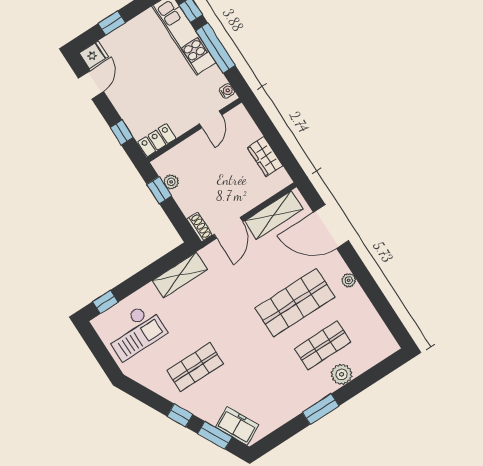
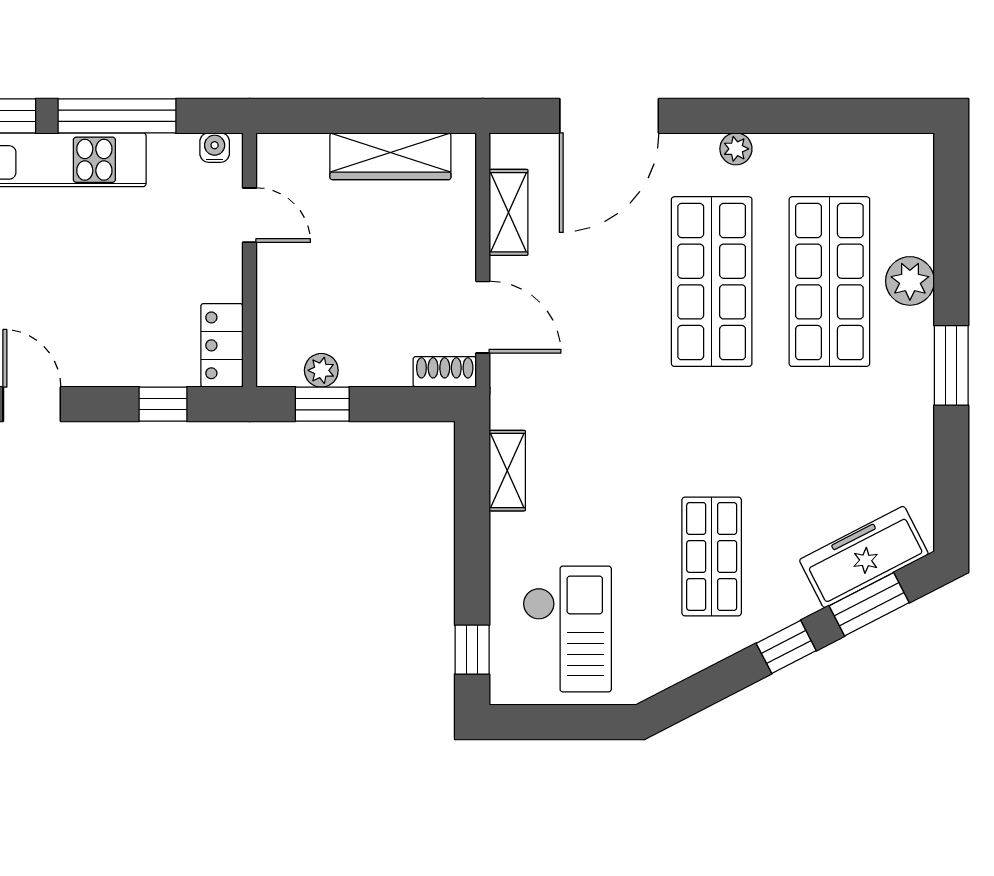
wardrobe: (265, 157) -> (390, 156), width x1.50
shelving: (274, 215) -> (508, 212), width x0.67, depth x0.75
shelving: (180, 275) -> (507, 471), width x0.67, depth x0.75
shop shelf: (323, 345) -> (829, 282), width x1.43, depth x1.36
freezer: (237, 426) -> (864, 557), width x1.40

